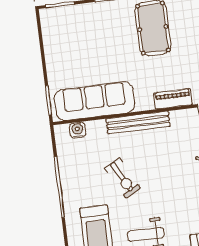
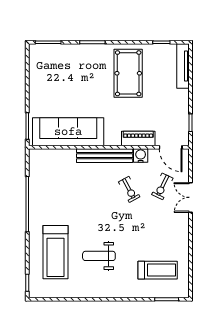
water cooler: (77, 130) -> (141, 156), moved
exercise bike: (123, 178) -> (129, 189), moved, width x0.73, depth x0.72

